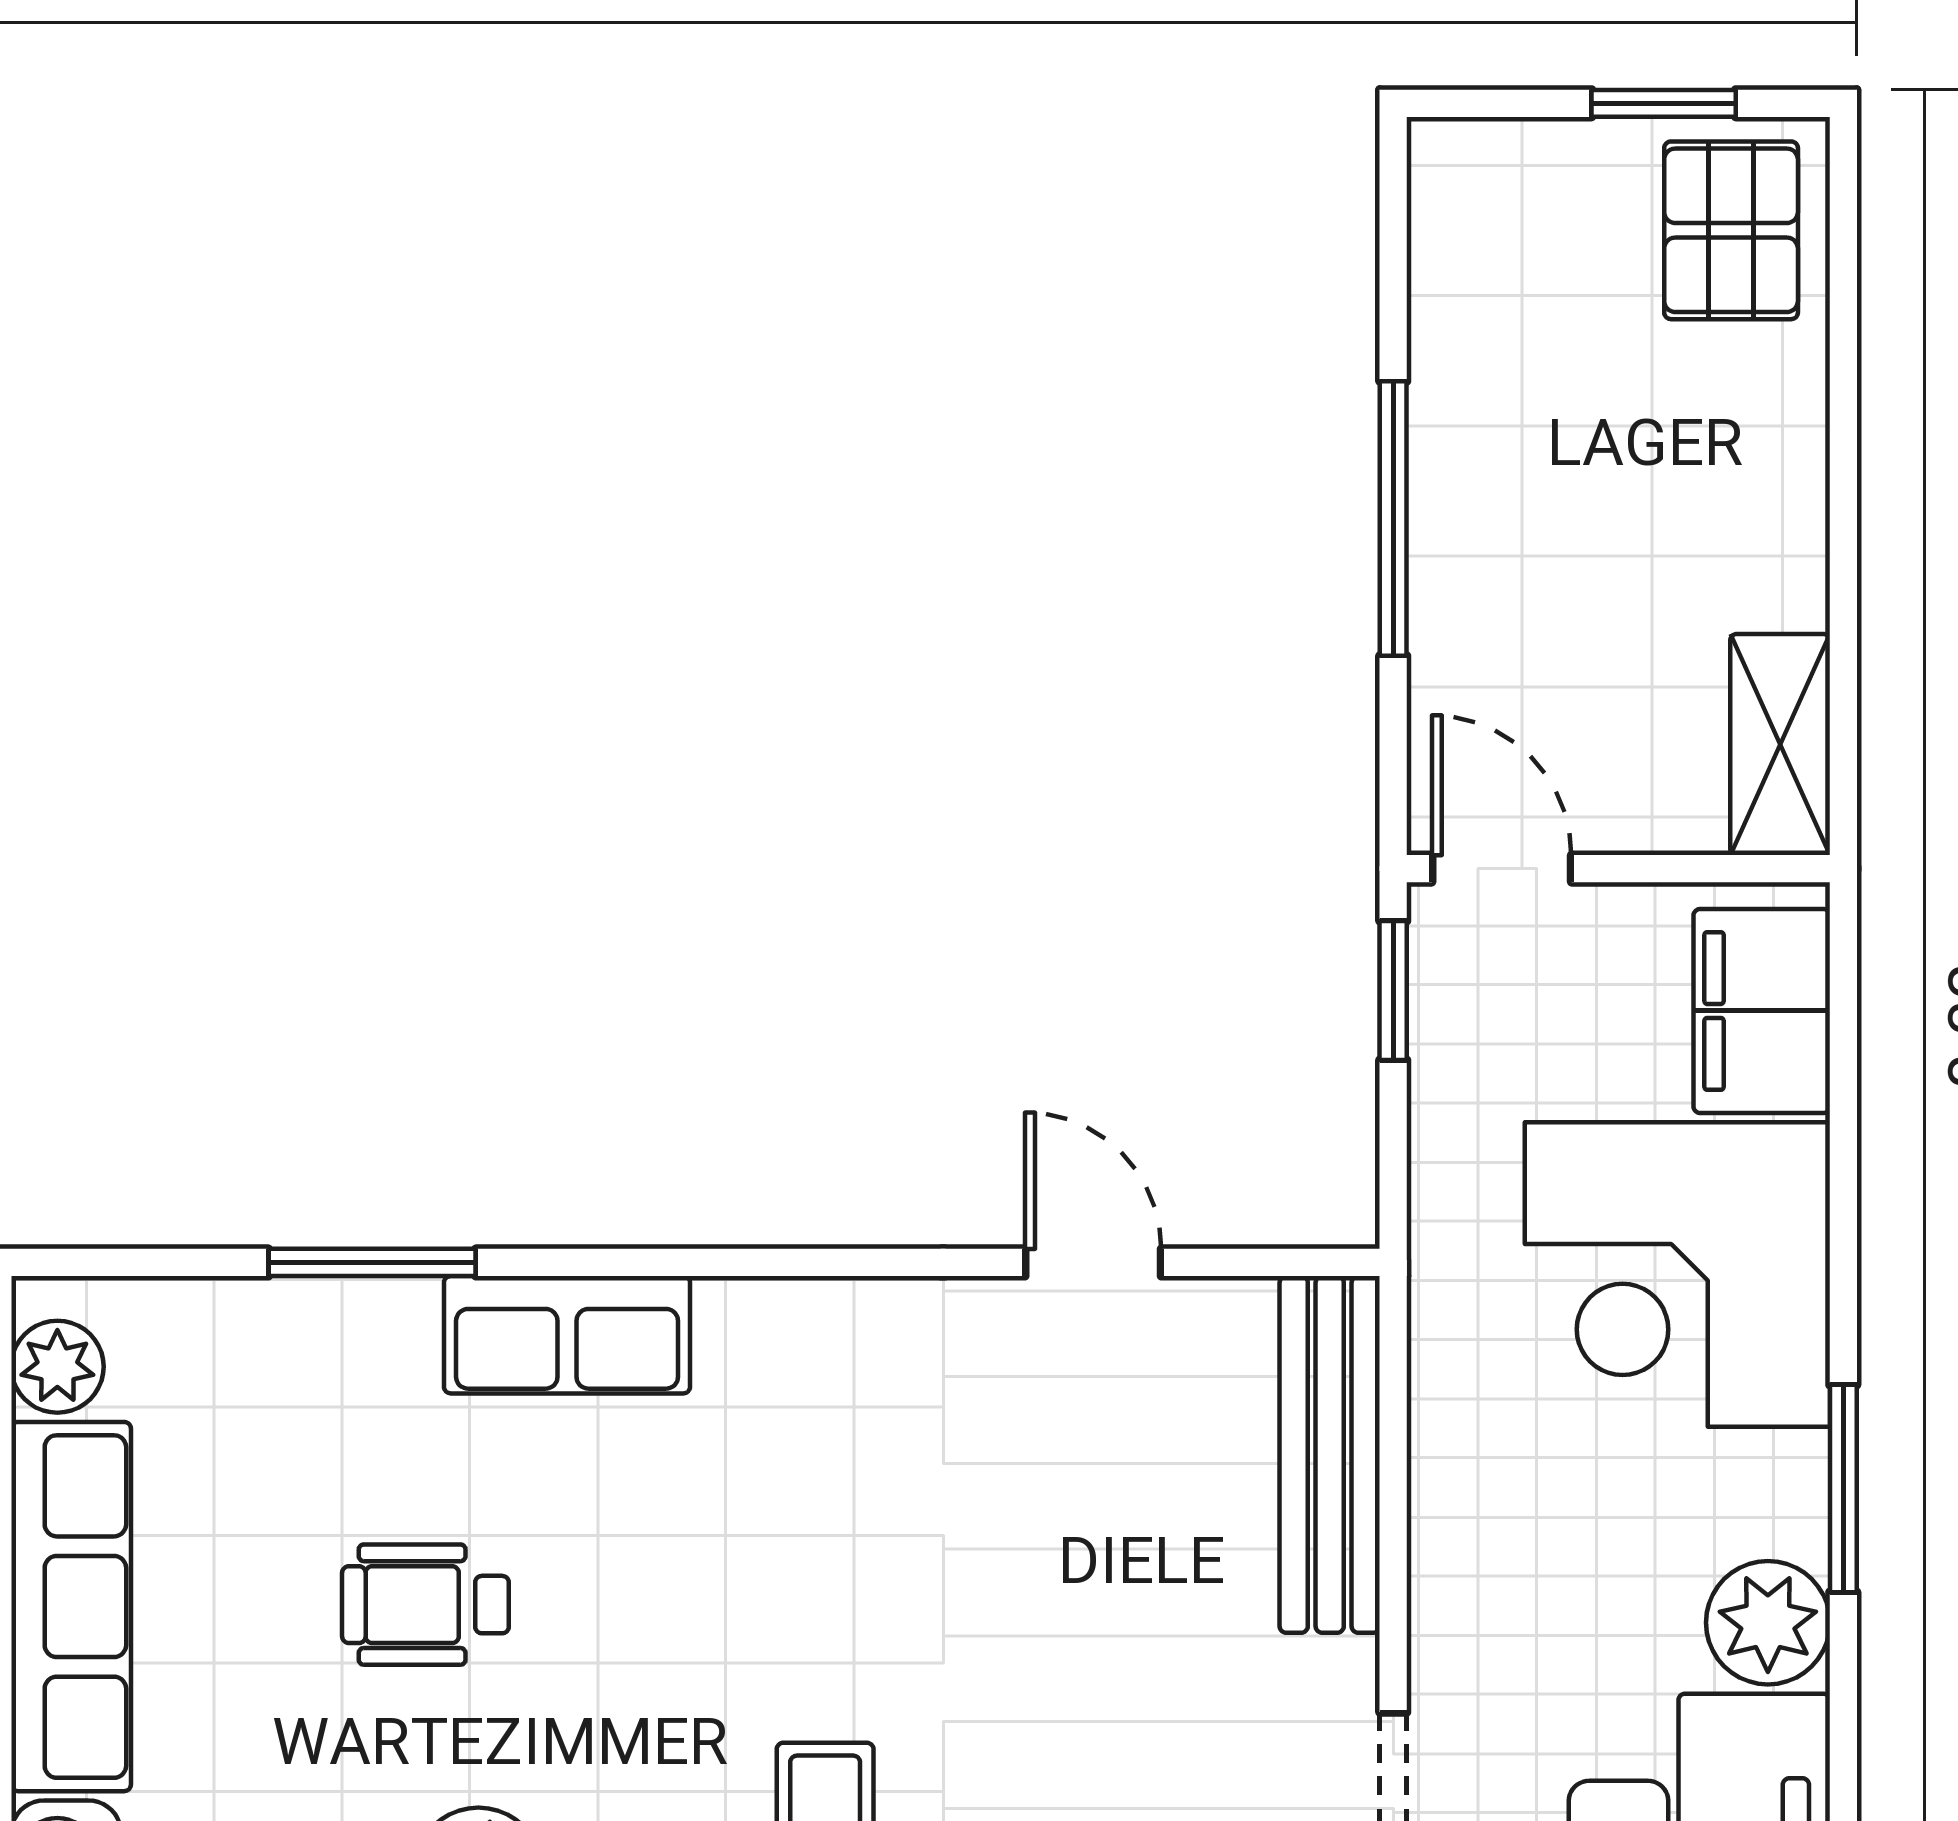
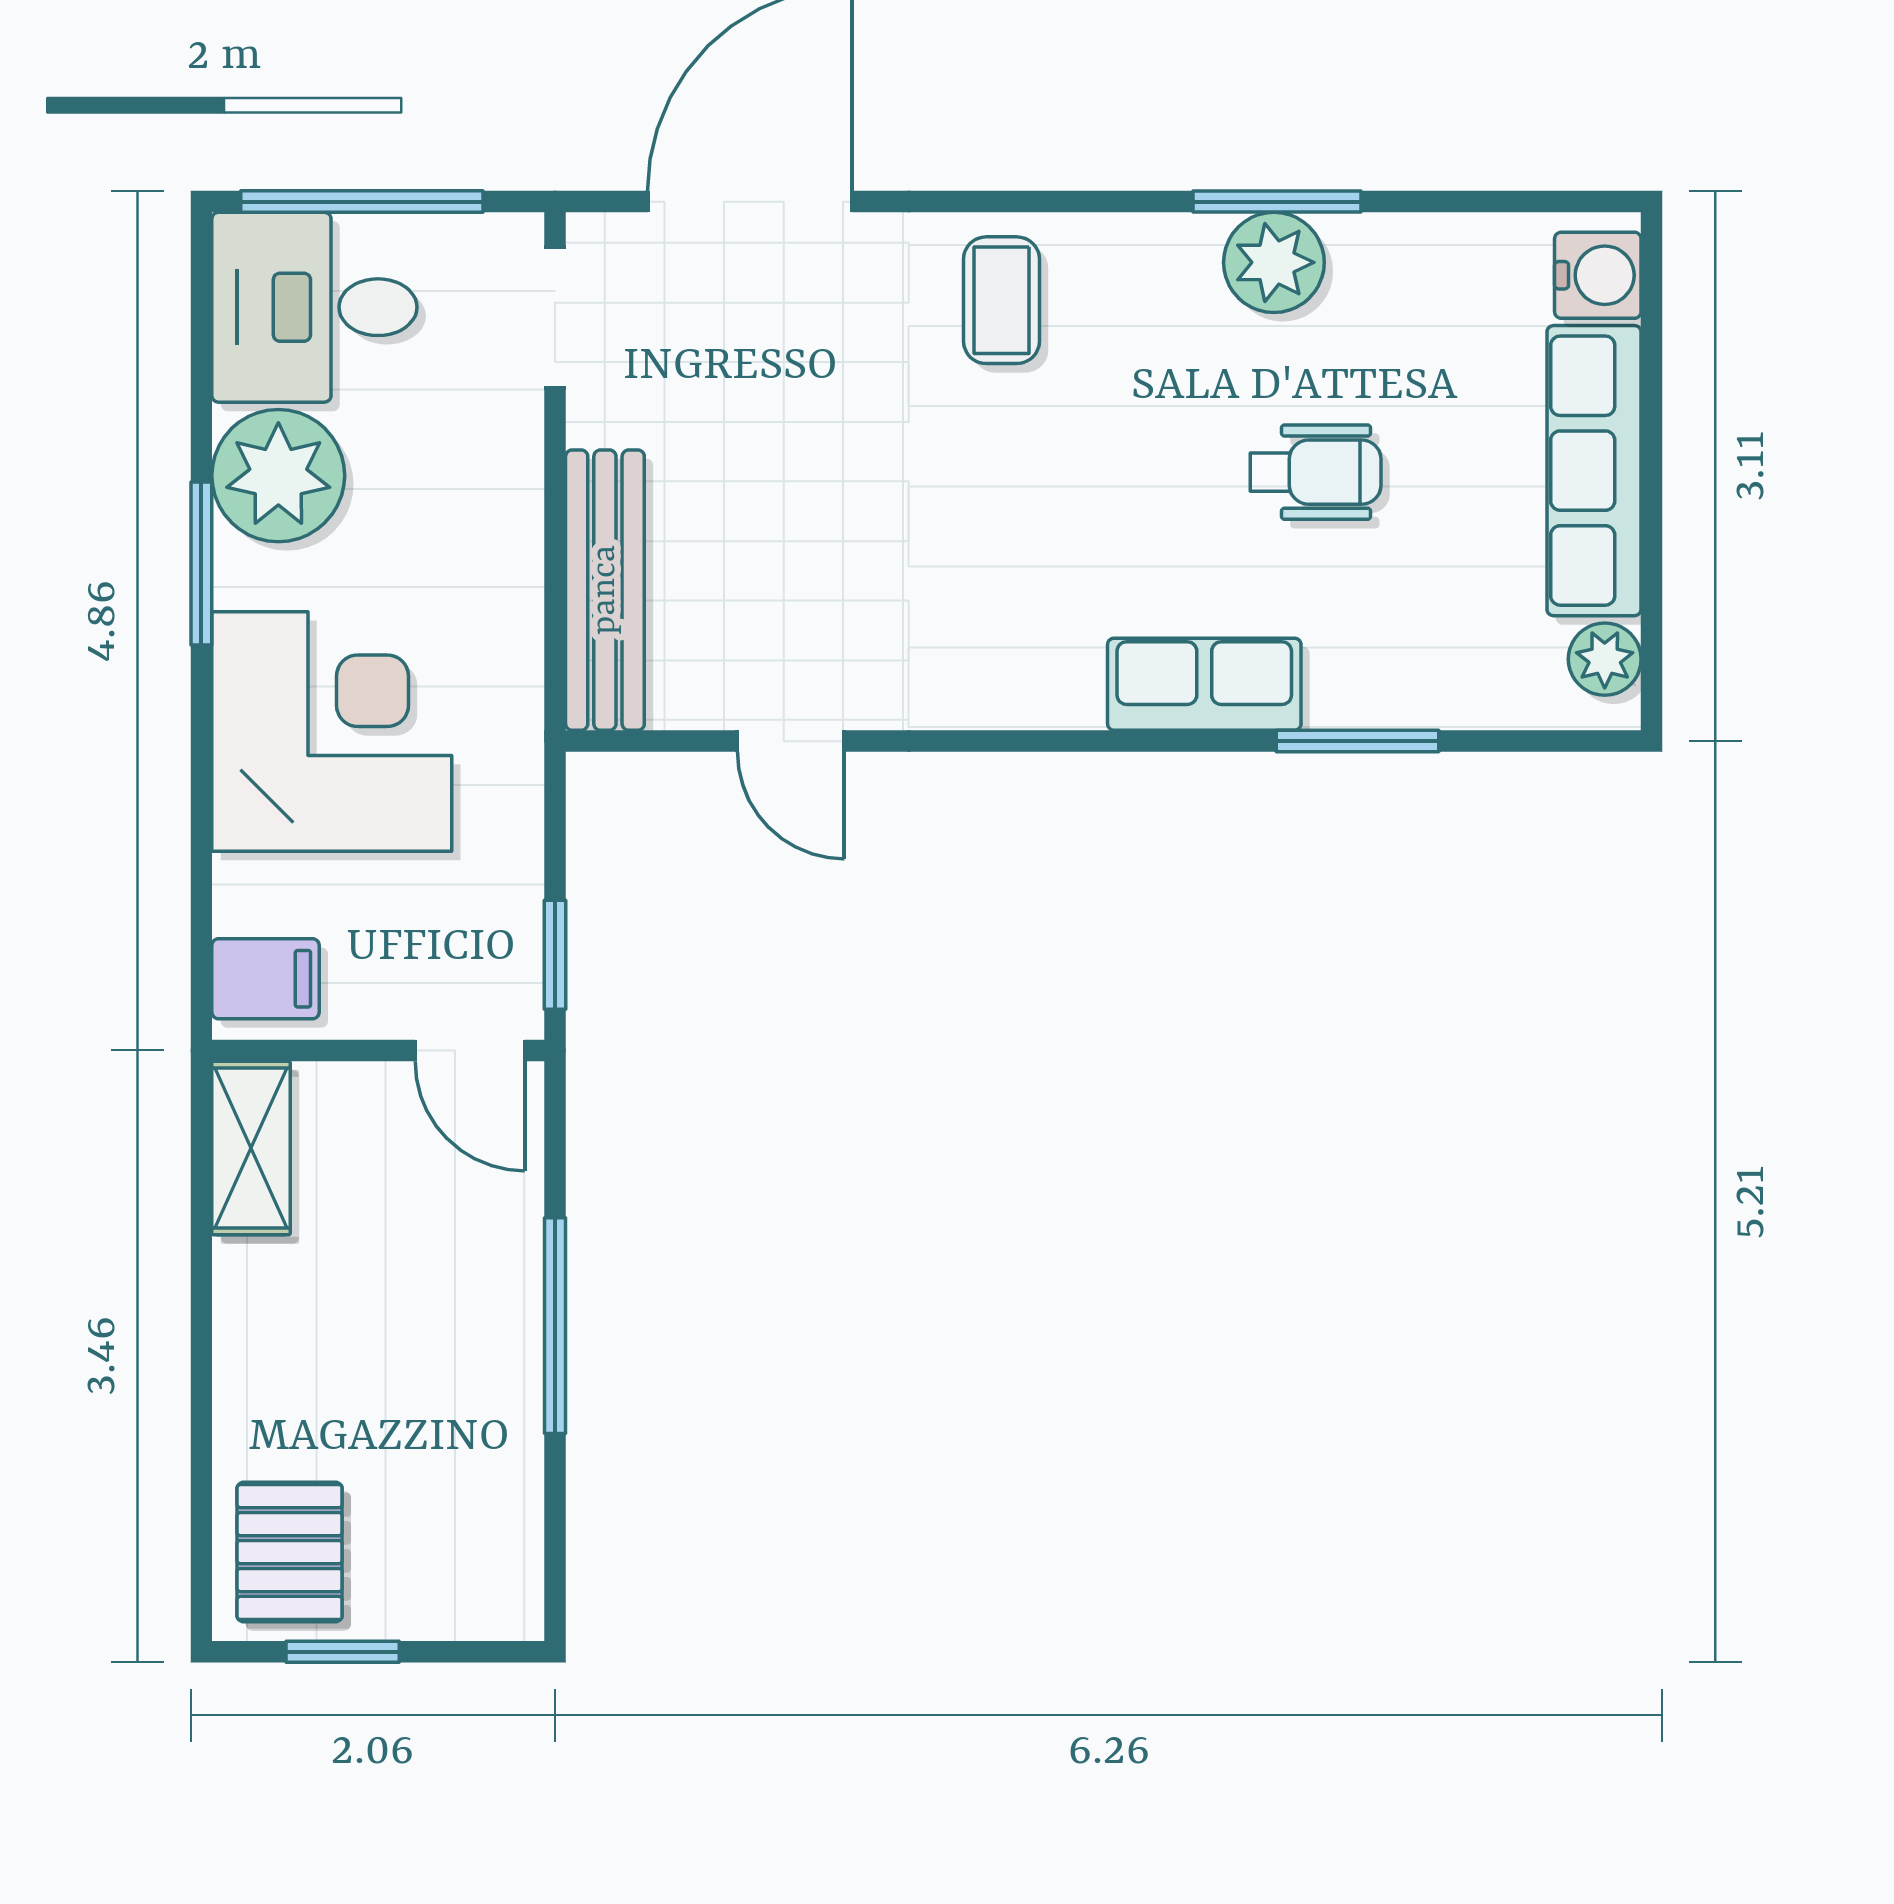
filing cabinet: (1762, 1011) -> (266, 979), width x0.50
plant: (1768, 1623) -> (278, 476), width x1.36, depth x1.36

